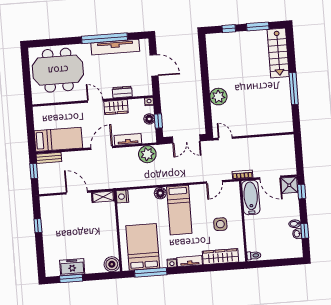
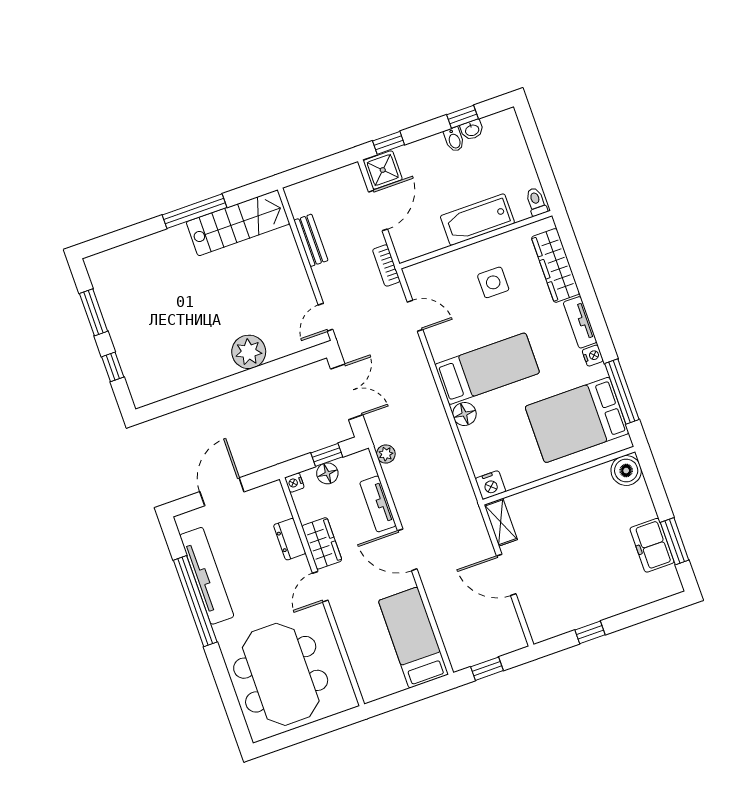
stairs: (278, 53) -> (238, 223), moved
plant: (147, 154) -> (386, 454), width x0.53, depth x0.53
bench: (49, 158) -> (311, 240), moved
door: (77, 192) -> (506, 575), hinge flipped
bathtub: (251, 197) -> (477, 220), moved

